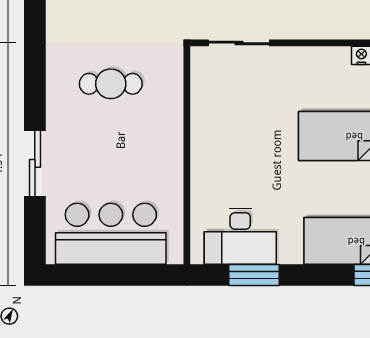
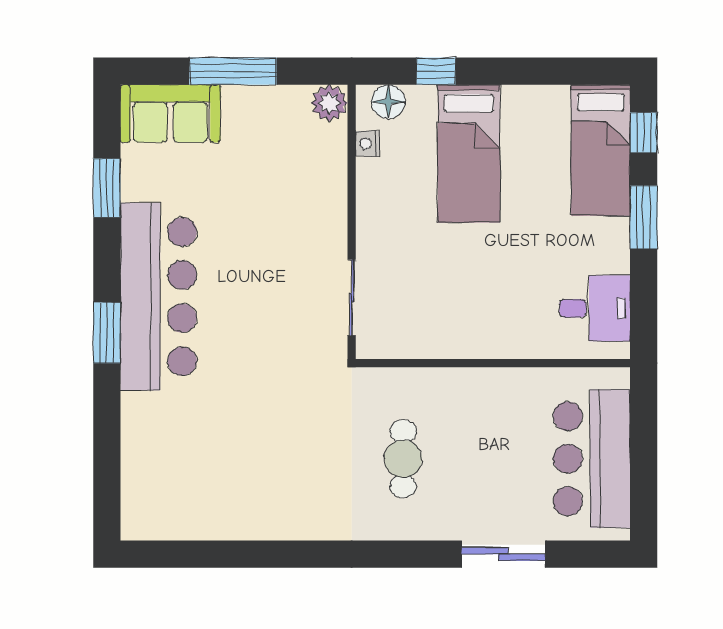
desk: (240, 236) -> (595, 308), width x0.73
window: (254, 275) -> (644, 217), moved

